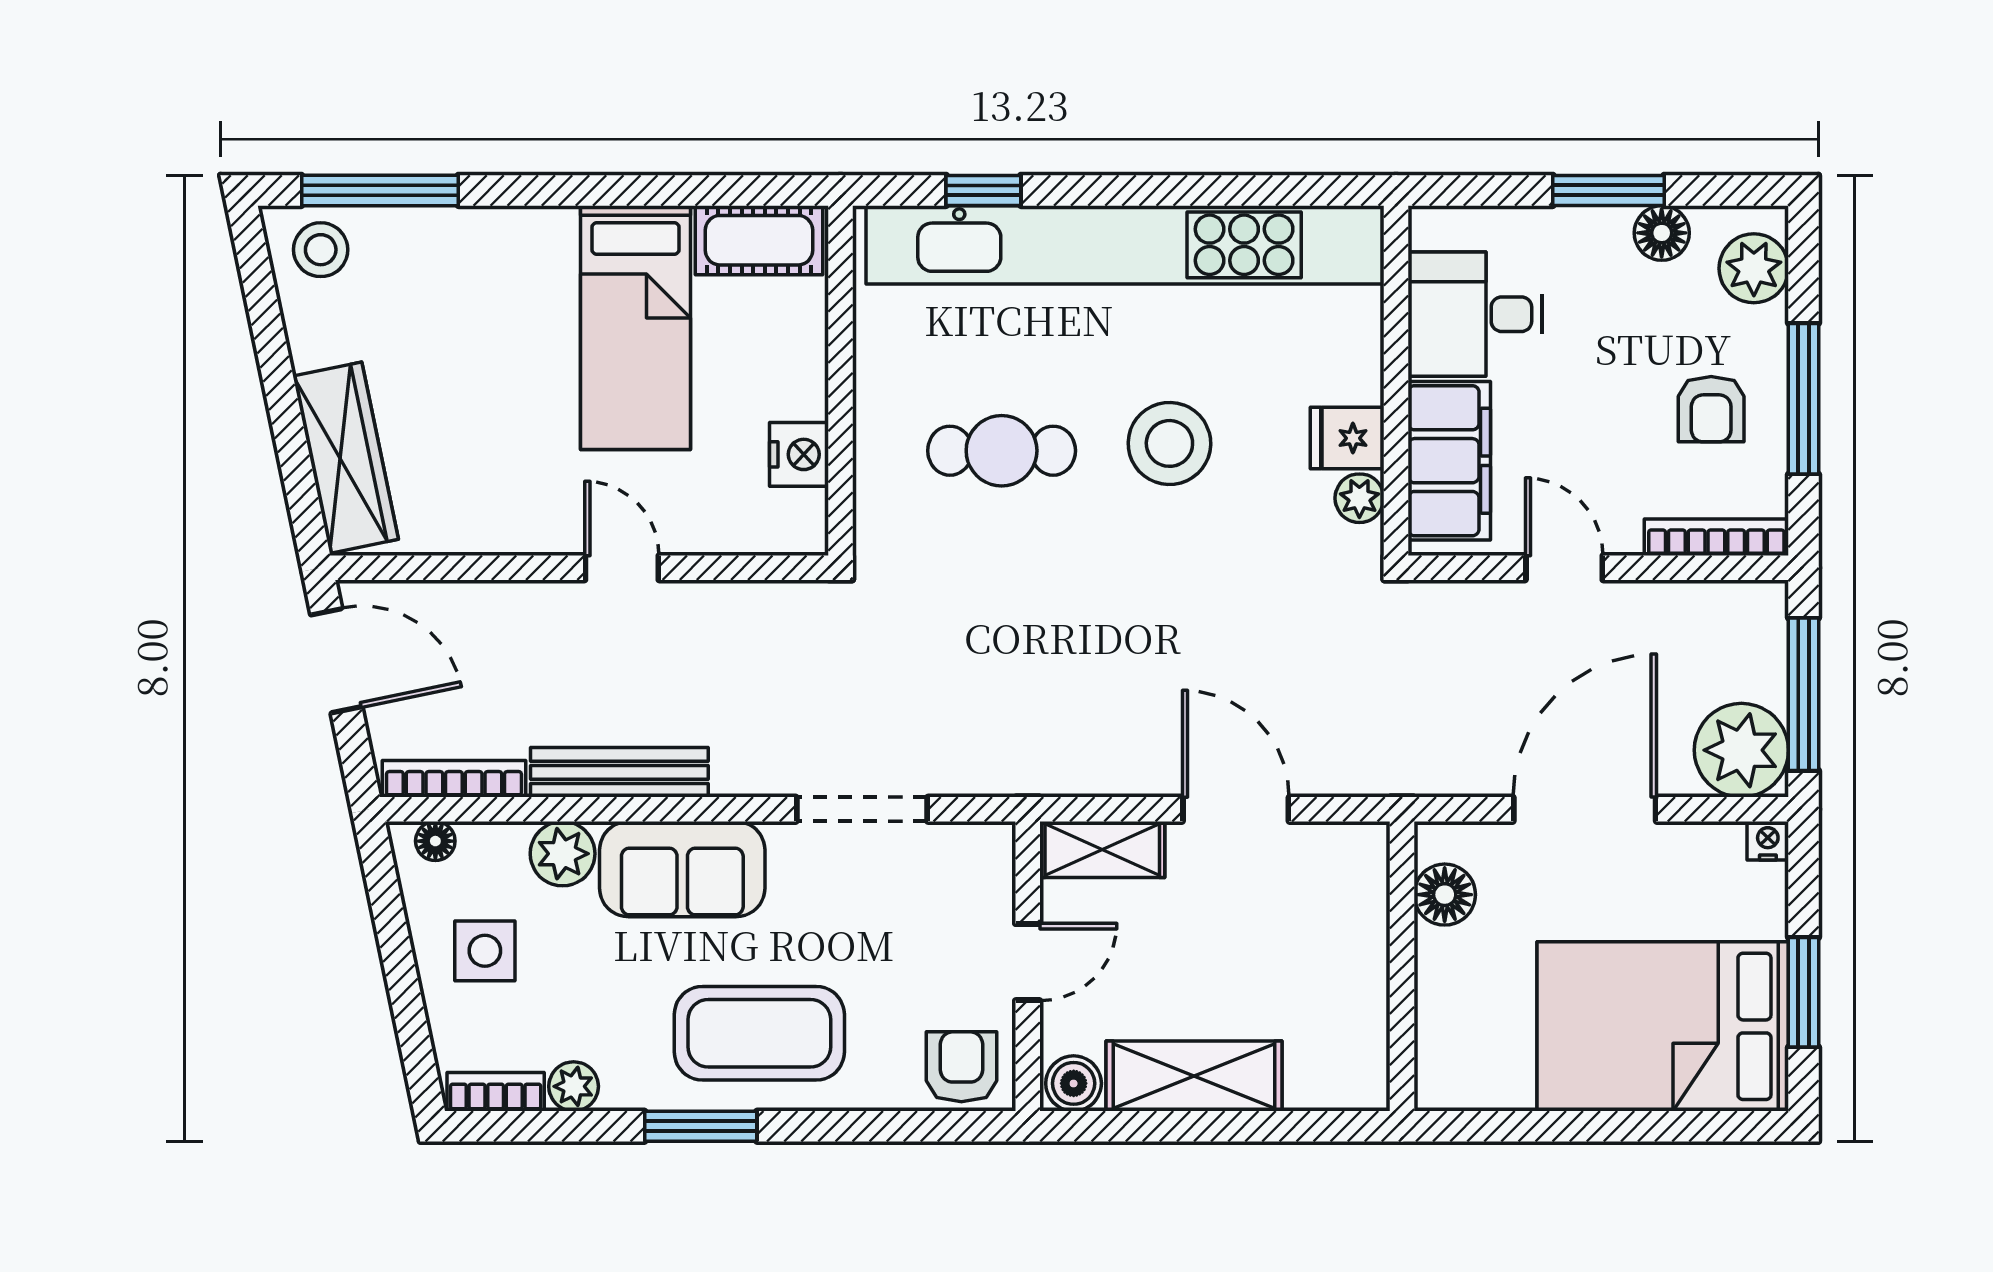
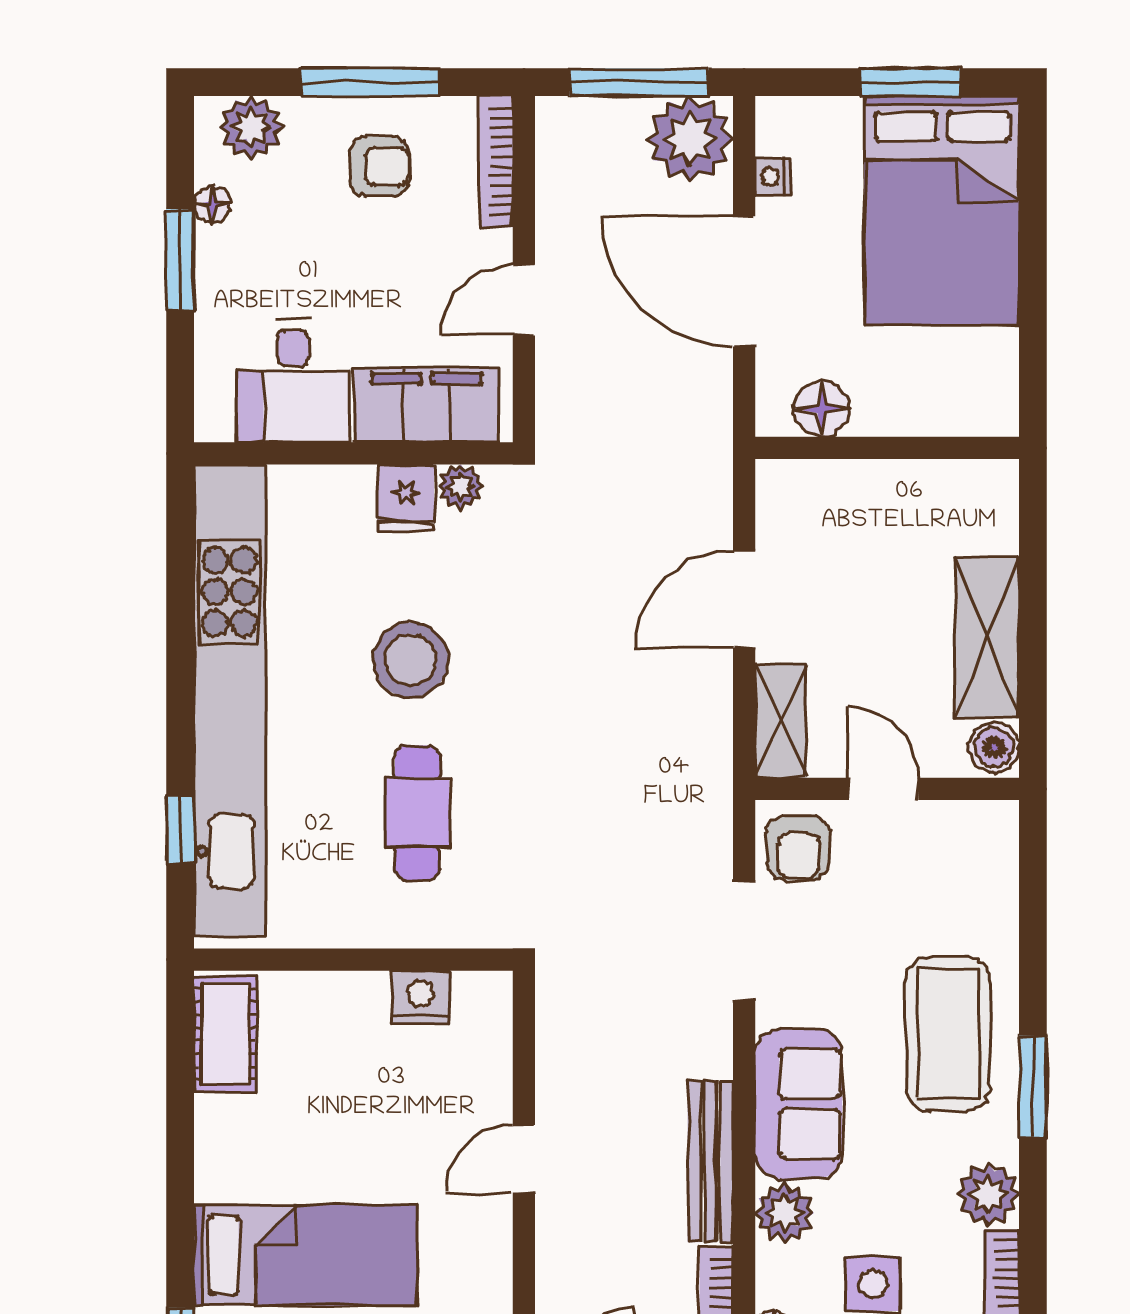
floor lamp: (1662, 233) -> (212, 204), width x0.73, depth x0.73
bed: (636, 328) -> (305, 1255), moved
nightstand: (1768, 841) -> (773, 177), moved
armchair: (961, 1067) -> (798, 848), moved, turned -90
plant: (574, 1086) -> (988, 1194), width x1.38, depth x1.38

